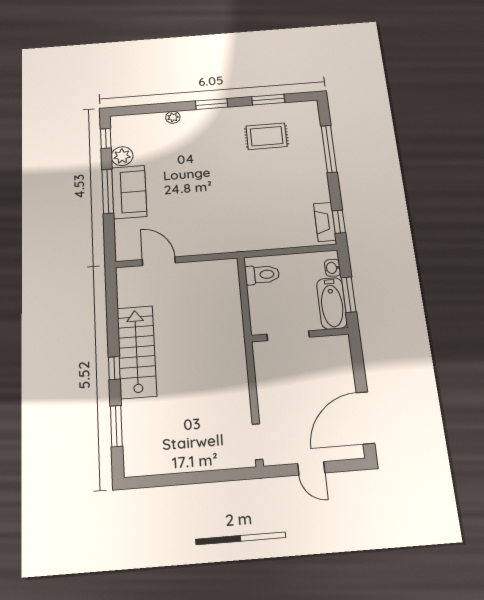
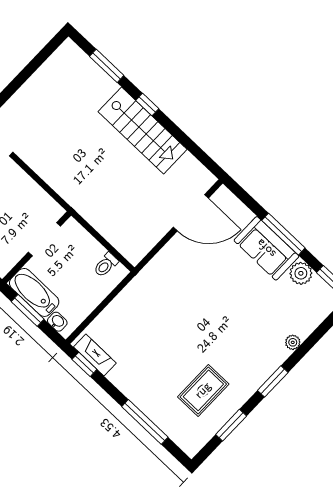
door: (159, 261) -> (191, 213), width x1.36
toilet: (262, 275) -> (106, 265), width x0.73, depth x0.72

